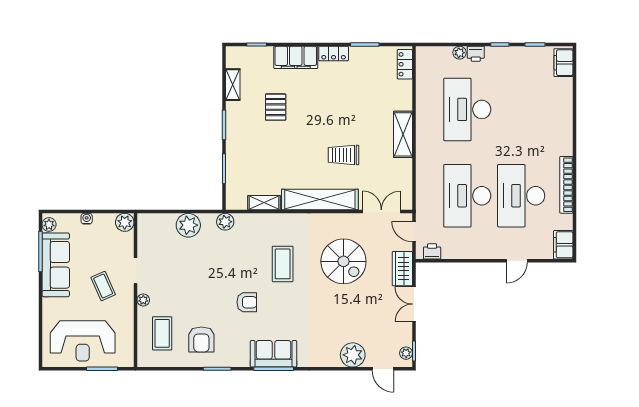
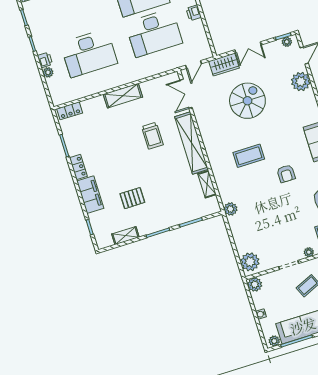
plant: (188, 225) -> (250, 262), moved
printer: (432, 251) -> (194, 13), moved
spiral stairs: (343, 261) -> (247, 101), moved
armchair: (247, 302) -> (286, 174), turned 180

